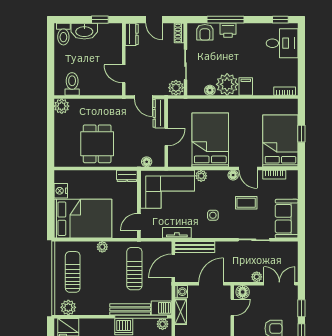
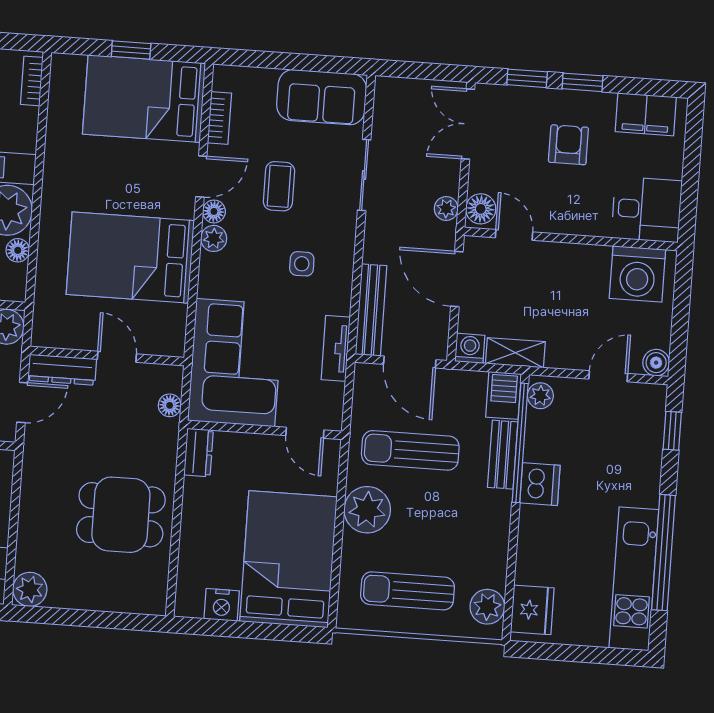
plant: (201, 176) -> (214, 238), moved
plant: (102, 247) -> (367, 510), width x1.88, depth x1.88
plant: (257, 277) -> (446, 208), moved
bench: (130, 309) -> (503, 455), width x0.73

